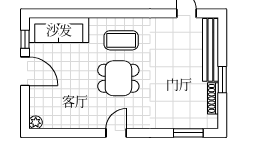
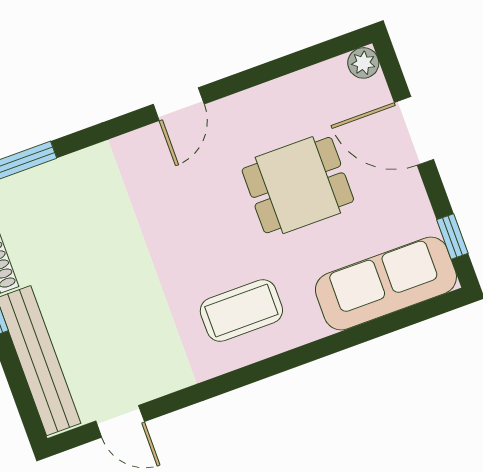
door: (25, 71) -> (414, 131), moved
dining table: (118, 78) -> (298, 185), moved

